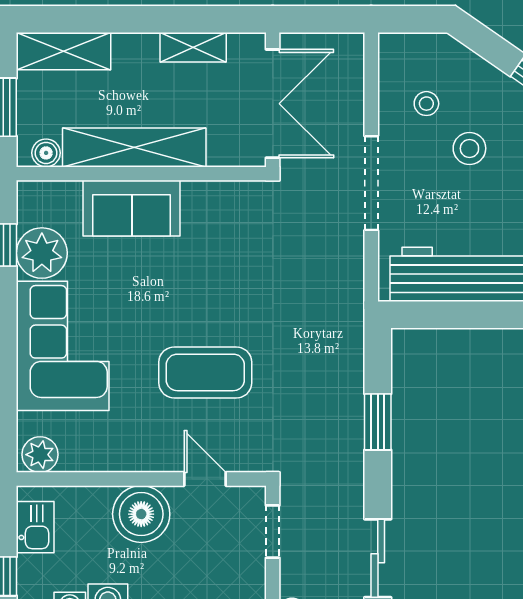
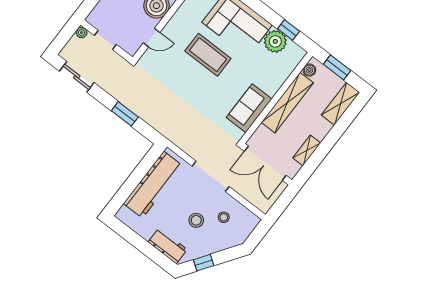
sofa: (132, 208) -> (249, 108), moved
coffee table: (205, 372) -> (208, 55), moved, turned 90
doorway: (273, 532) -> (105, 40), moved

